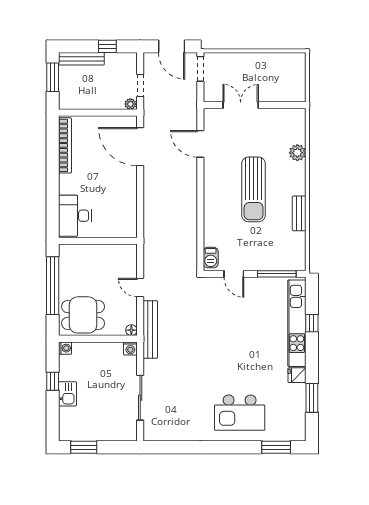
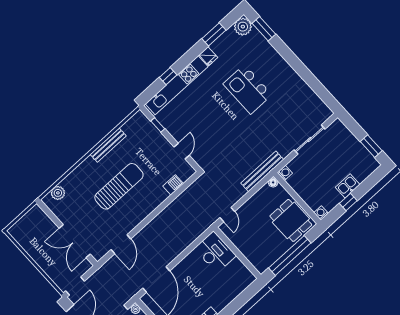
double door: (241, 105) -> (75, 241), width x1.37
plant: (297, 153) -> (58, 193), moved
bench: (299, 213) -> (108, 145), width x1.36
desk: (75, 216) -> (215, 252), moved, turned -90
barbecue: (211, 258) -> (173, 185), moved
window: (277, 274) -> (158, 125), width x0.46
door: (140, 288) -> (227, 215), moved
kitchen island: (240, 413) -> (248, 89), moved, turned 180
plant: (295, 430) -> (243, 27), added

